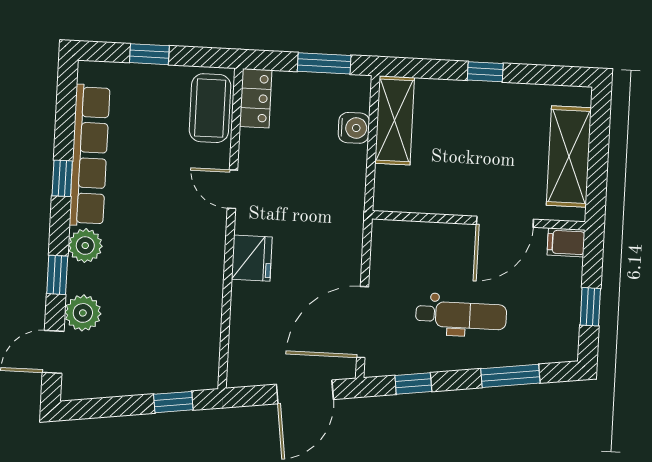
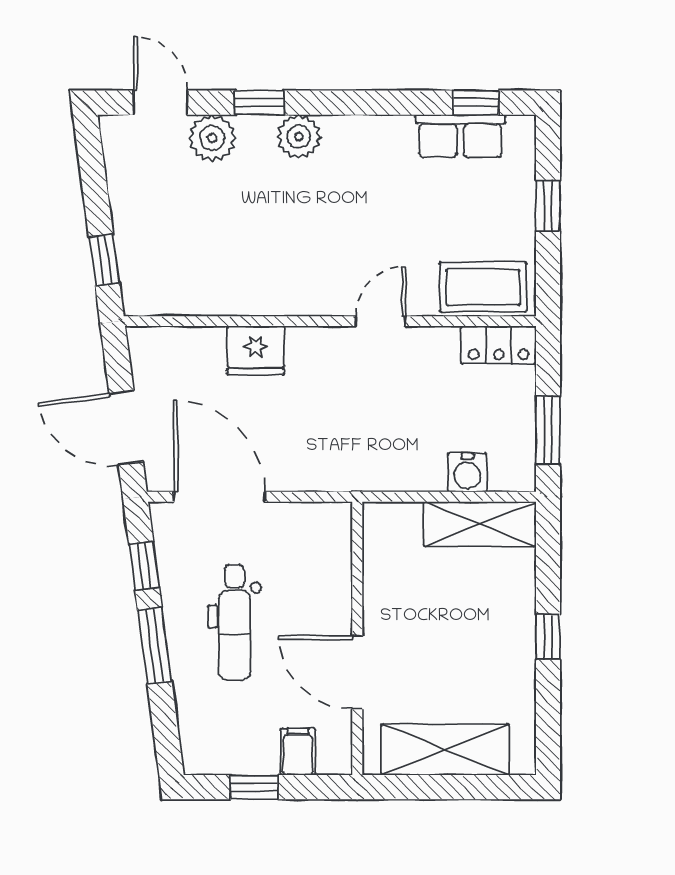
row of seats: (90, 155) -> (460, 136), width x0.50
window: (62, 178) -> (476, 103), moved
filing cabinet: (566, 242) -> (298, 752), moved
fridge: (252, 258) -> (256, 351), moved
window: (510, 376) -> (155, 646), moved

